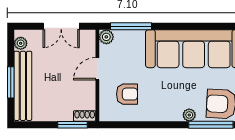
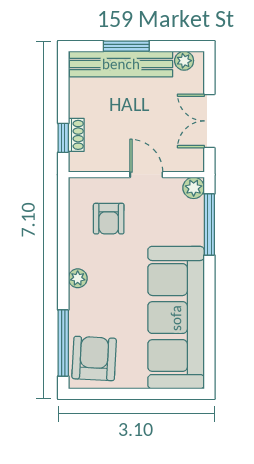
plant: (189, 115) -> (78, 278), moved
shoe rack: (85, 116) -> (76, 135), moved
window: (73, 125) -> (63, 138), width x0.67

